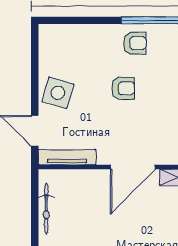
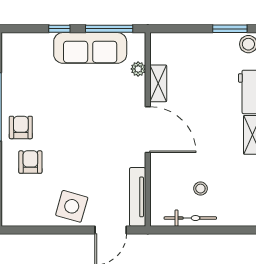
armchair: (123, 88) -> (30, 162), moved
stool: (75, 219) -> (200, 189), added

